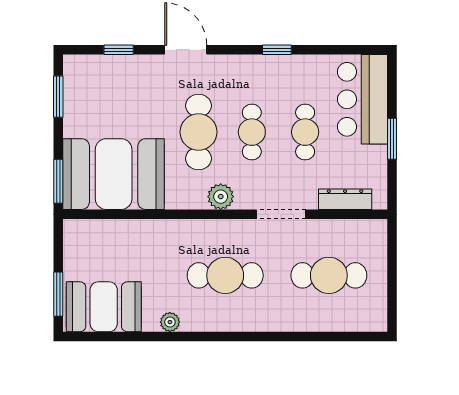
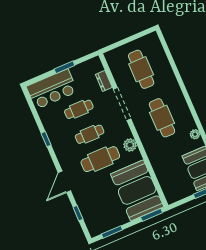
plant: (221, 197) -> (130, 145), moved
dresser: (345, 199) -> (104, 81), width x0.70
doorway: (281, 214) -> (122, 104), width x1.36

